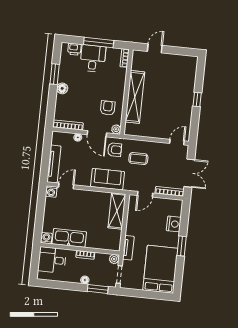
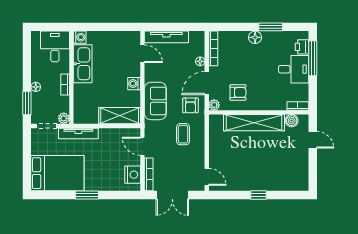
window: (99, 42) -> (313, 58), moved
boiler: (137, 65) -> (292, 121), added
washing machine: (51, 192) -> (134, 84), moved
nightstand: (174, 224) -> (133, 175), moved, turned -90
tv unit: (128, 248) -> (78, 133), width x1.41

